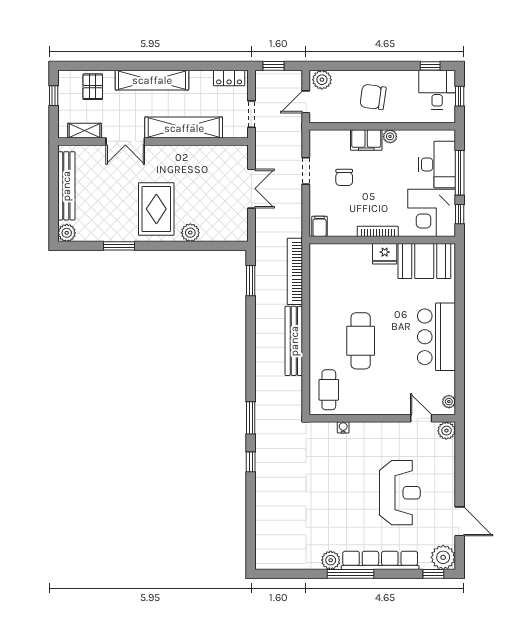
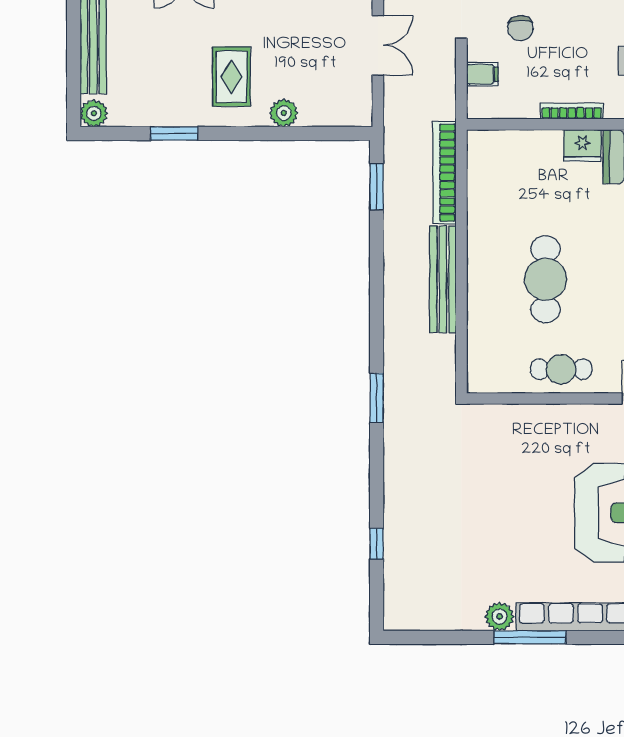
rug: (156, 209) -> (231, 77), width x0.73, depth x0.70
filing cabinet: (320, 226) -> (482, 74), moved, turned 90
cafe table: (329, 390) -> (561, 369), moved, turned 90
water cooler: (343, 427) -> (519, 412), removed
window: (251, 462) -> (377, 544), moved

